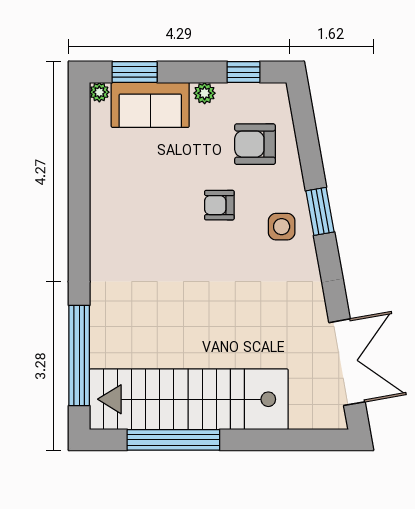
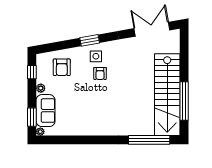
armchair: (219, 205) -> (100, 73), moved

